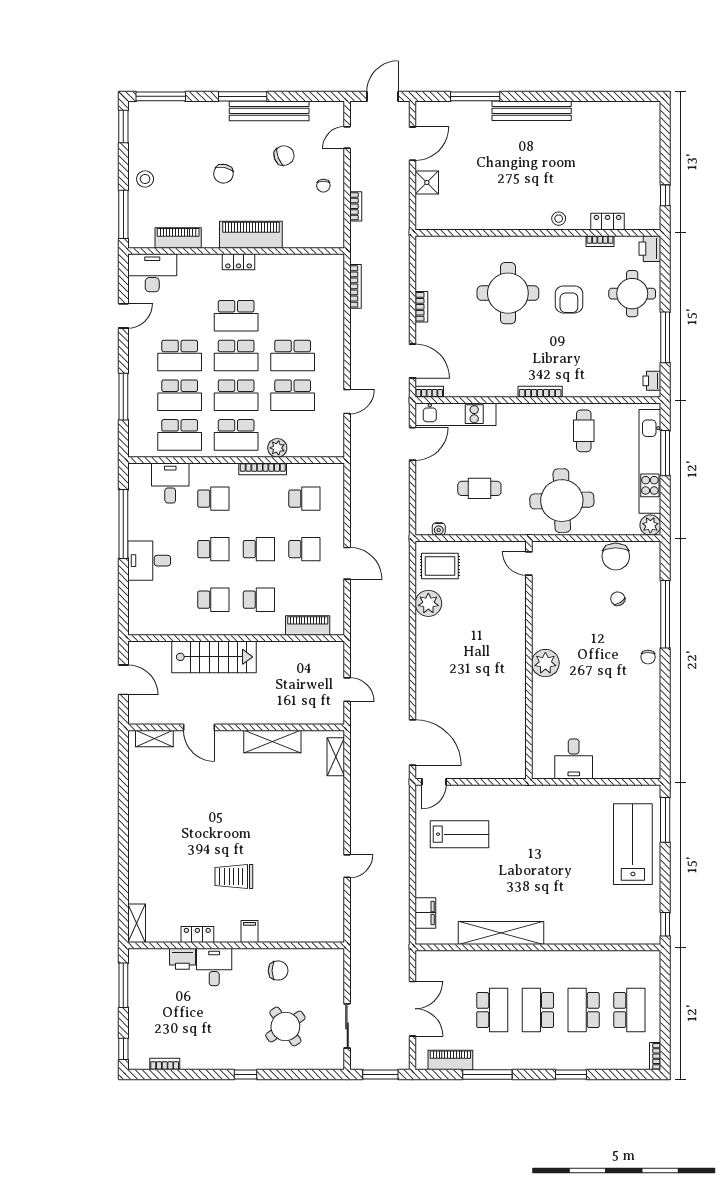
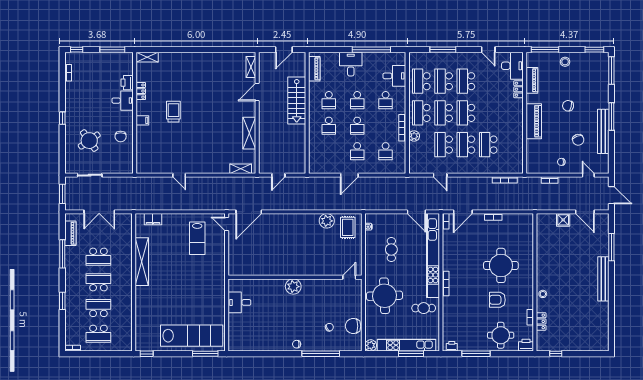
locker: (238, 262) -> (519, 89), moved
school desk: (236, 316) -> (488, 145), moved
kitchen unit: (456, 414) -> (433, 256), width x1.86
piano: (308, 626) -> (314, 69), moved
lab bench: (633, 844) -> (192, 336), width x1.36

